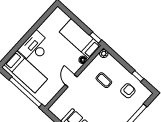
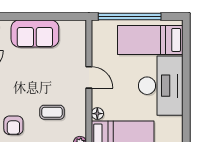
desk: (35, 47) -> (161, 86), width x1.36, depth x1.30

